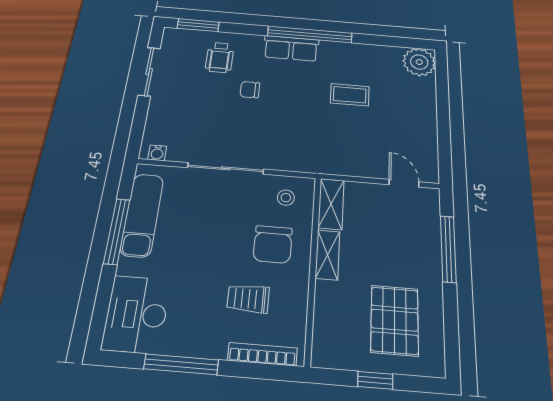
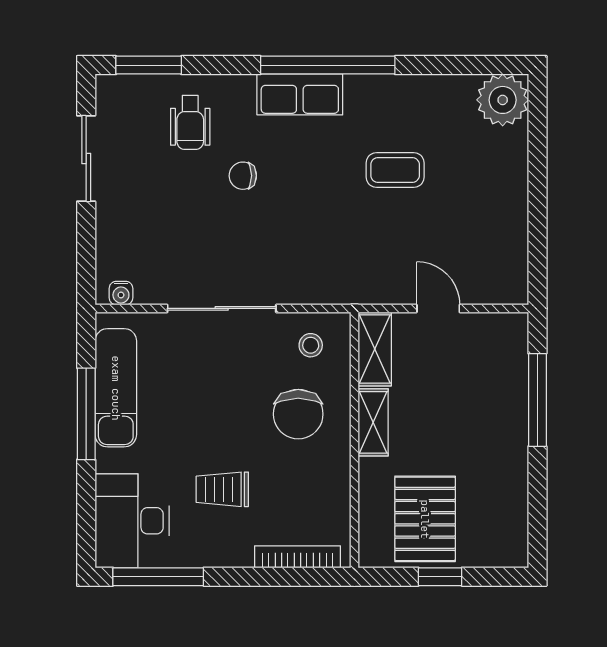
door: (404, 183) -> (438, 308), moved
trolley: (248, 299) -> (222, 489), moved
pallet: (395, 320) -> (425, 519), moved
window: (181, 364) -> (158, 577), moved

